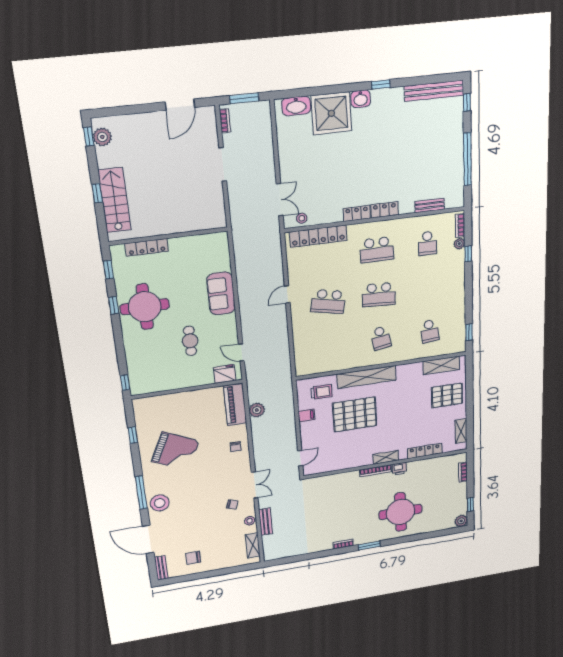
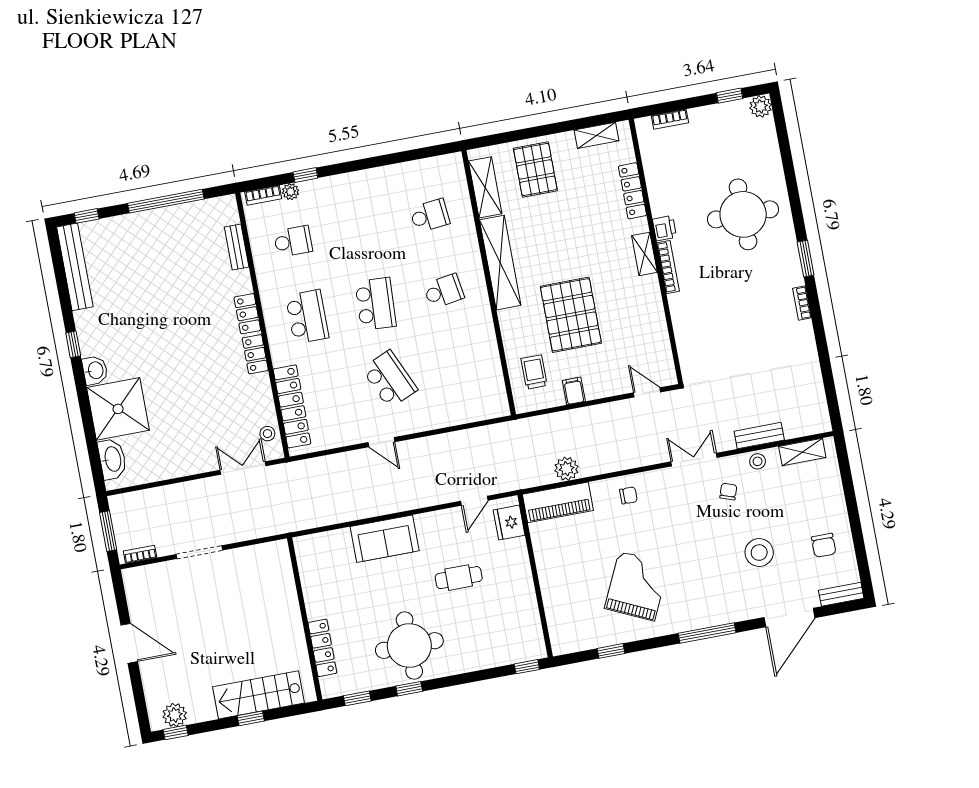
door: (180, 105) -> (129, 643), moved
school desk: (328, 302) -> (390, 379), turned -36
window: (469, 332) -> (429, 152), removed
shelving: (367, 377) -> (500, 263), moved
stool: (160, 503) -> (759, 553), moved

